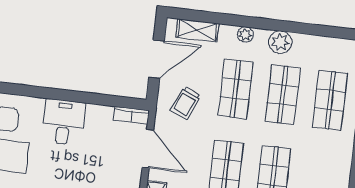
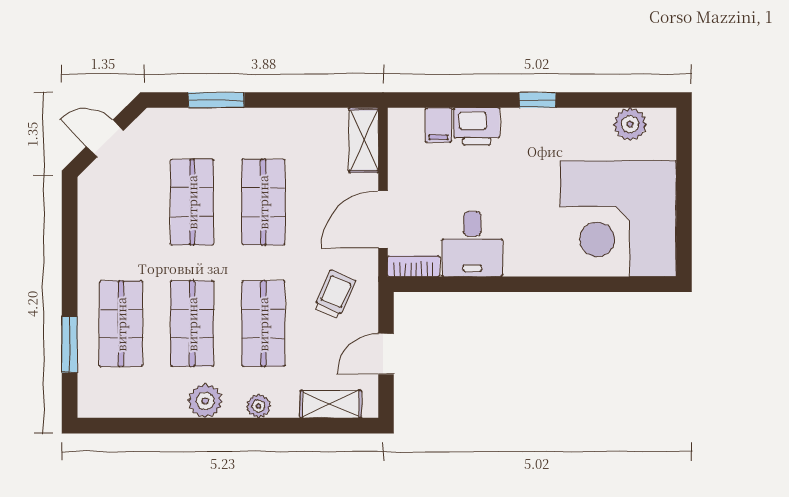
door: (156, 59) -> (386, 354), width x0.73
desk: (64, 122) -> (472, 244), moved
door: (148, 149) -> (383, 219), hinge flipped

